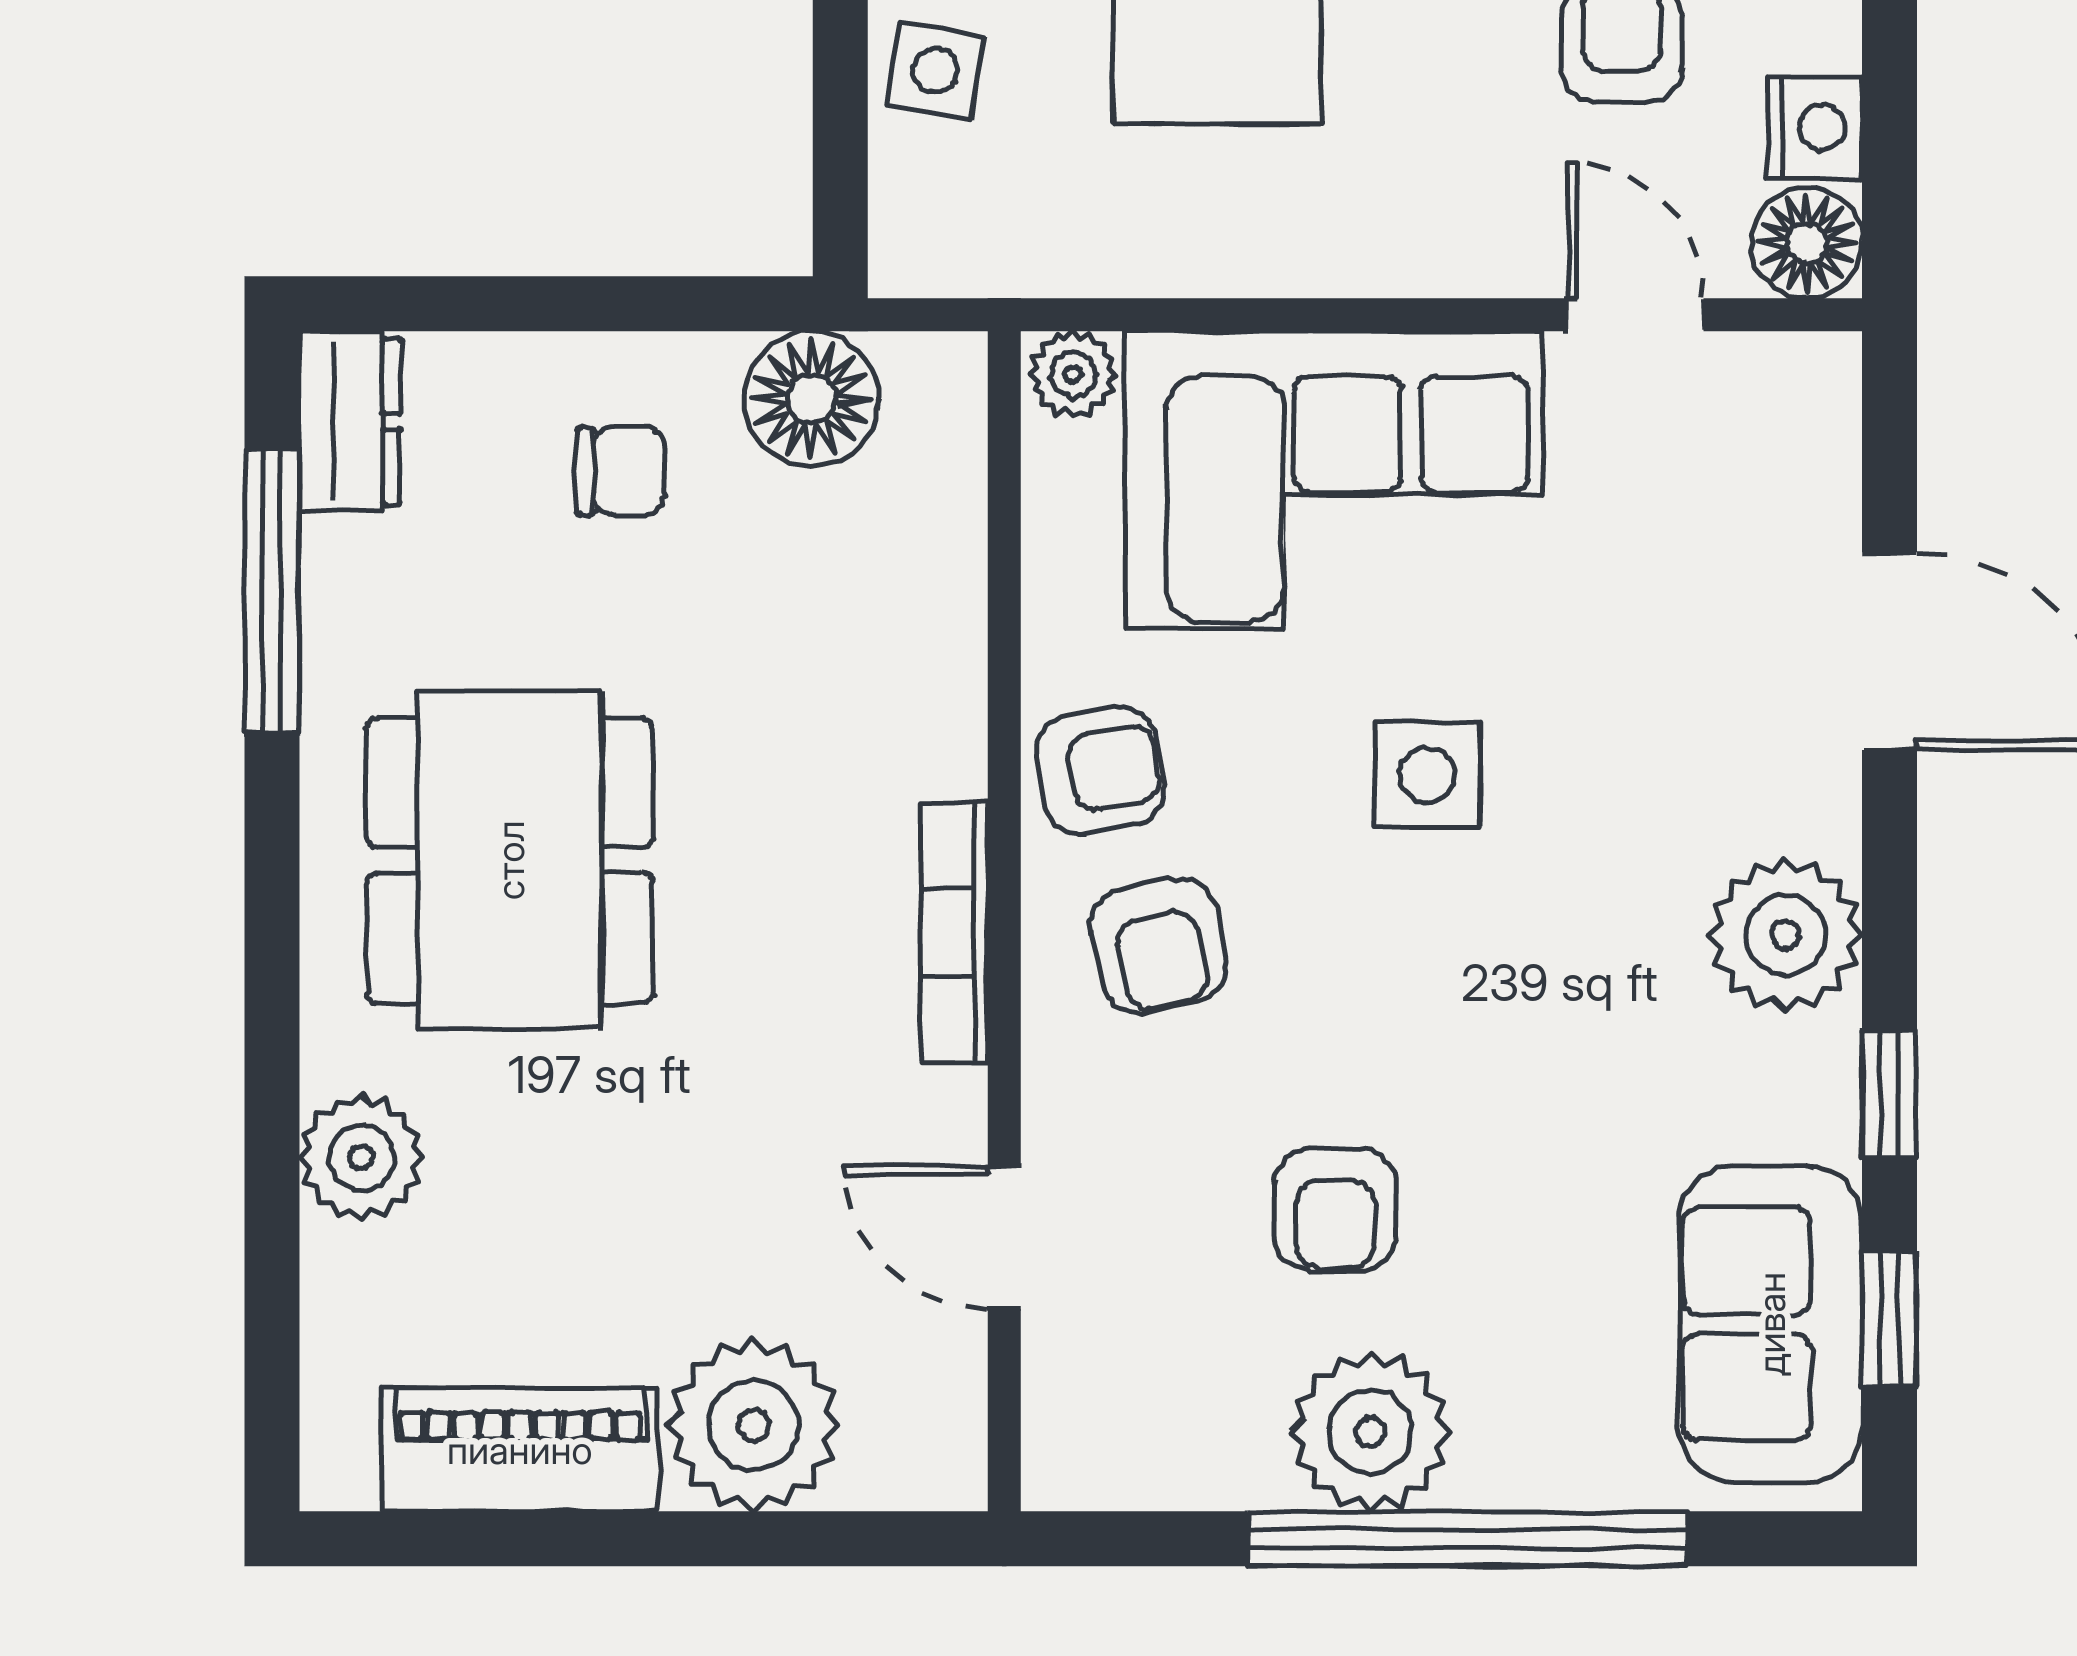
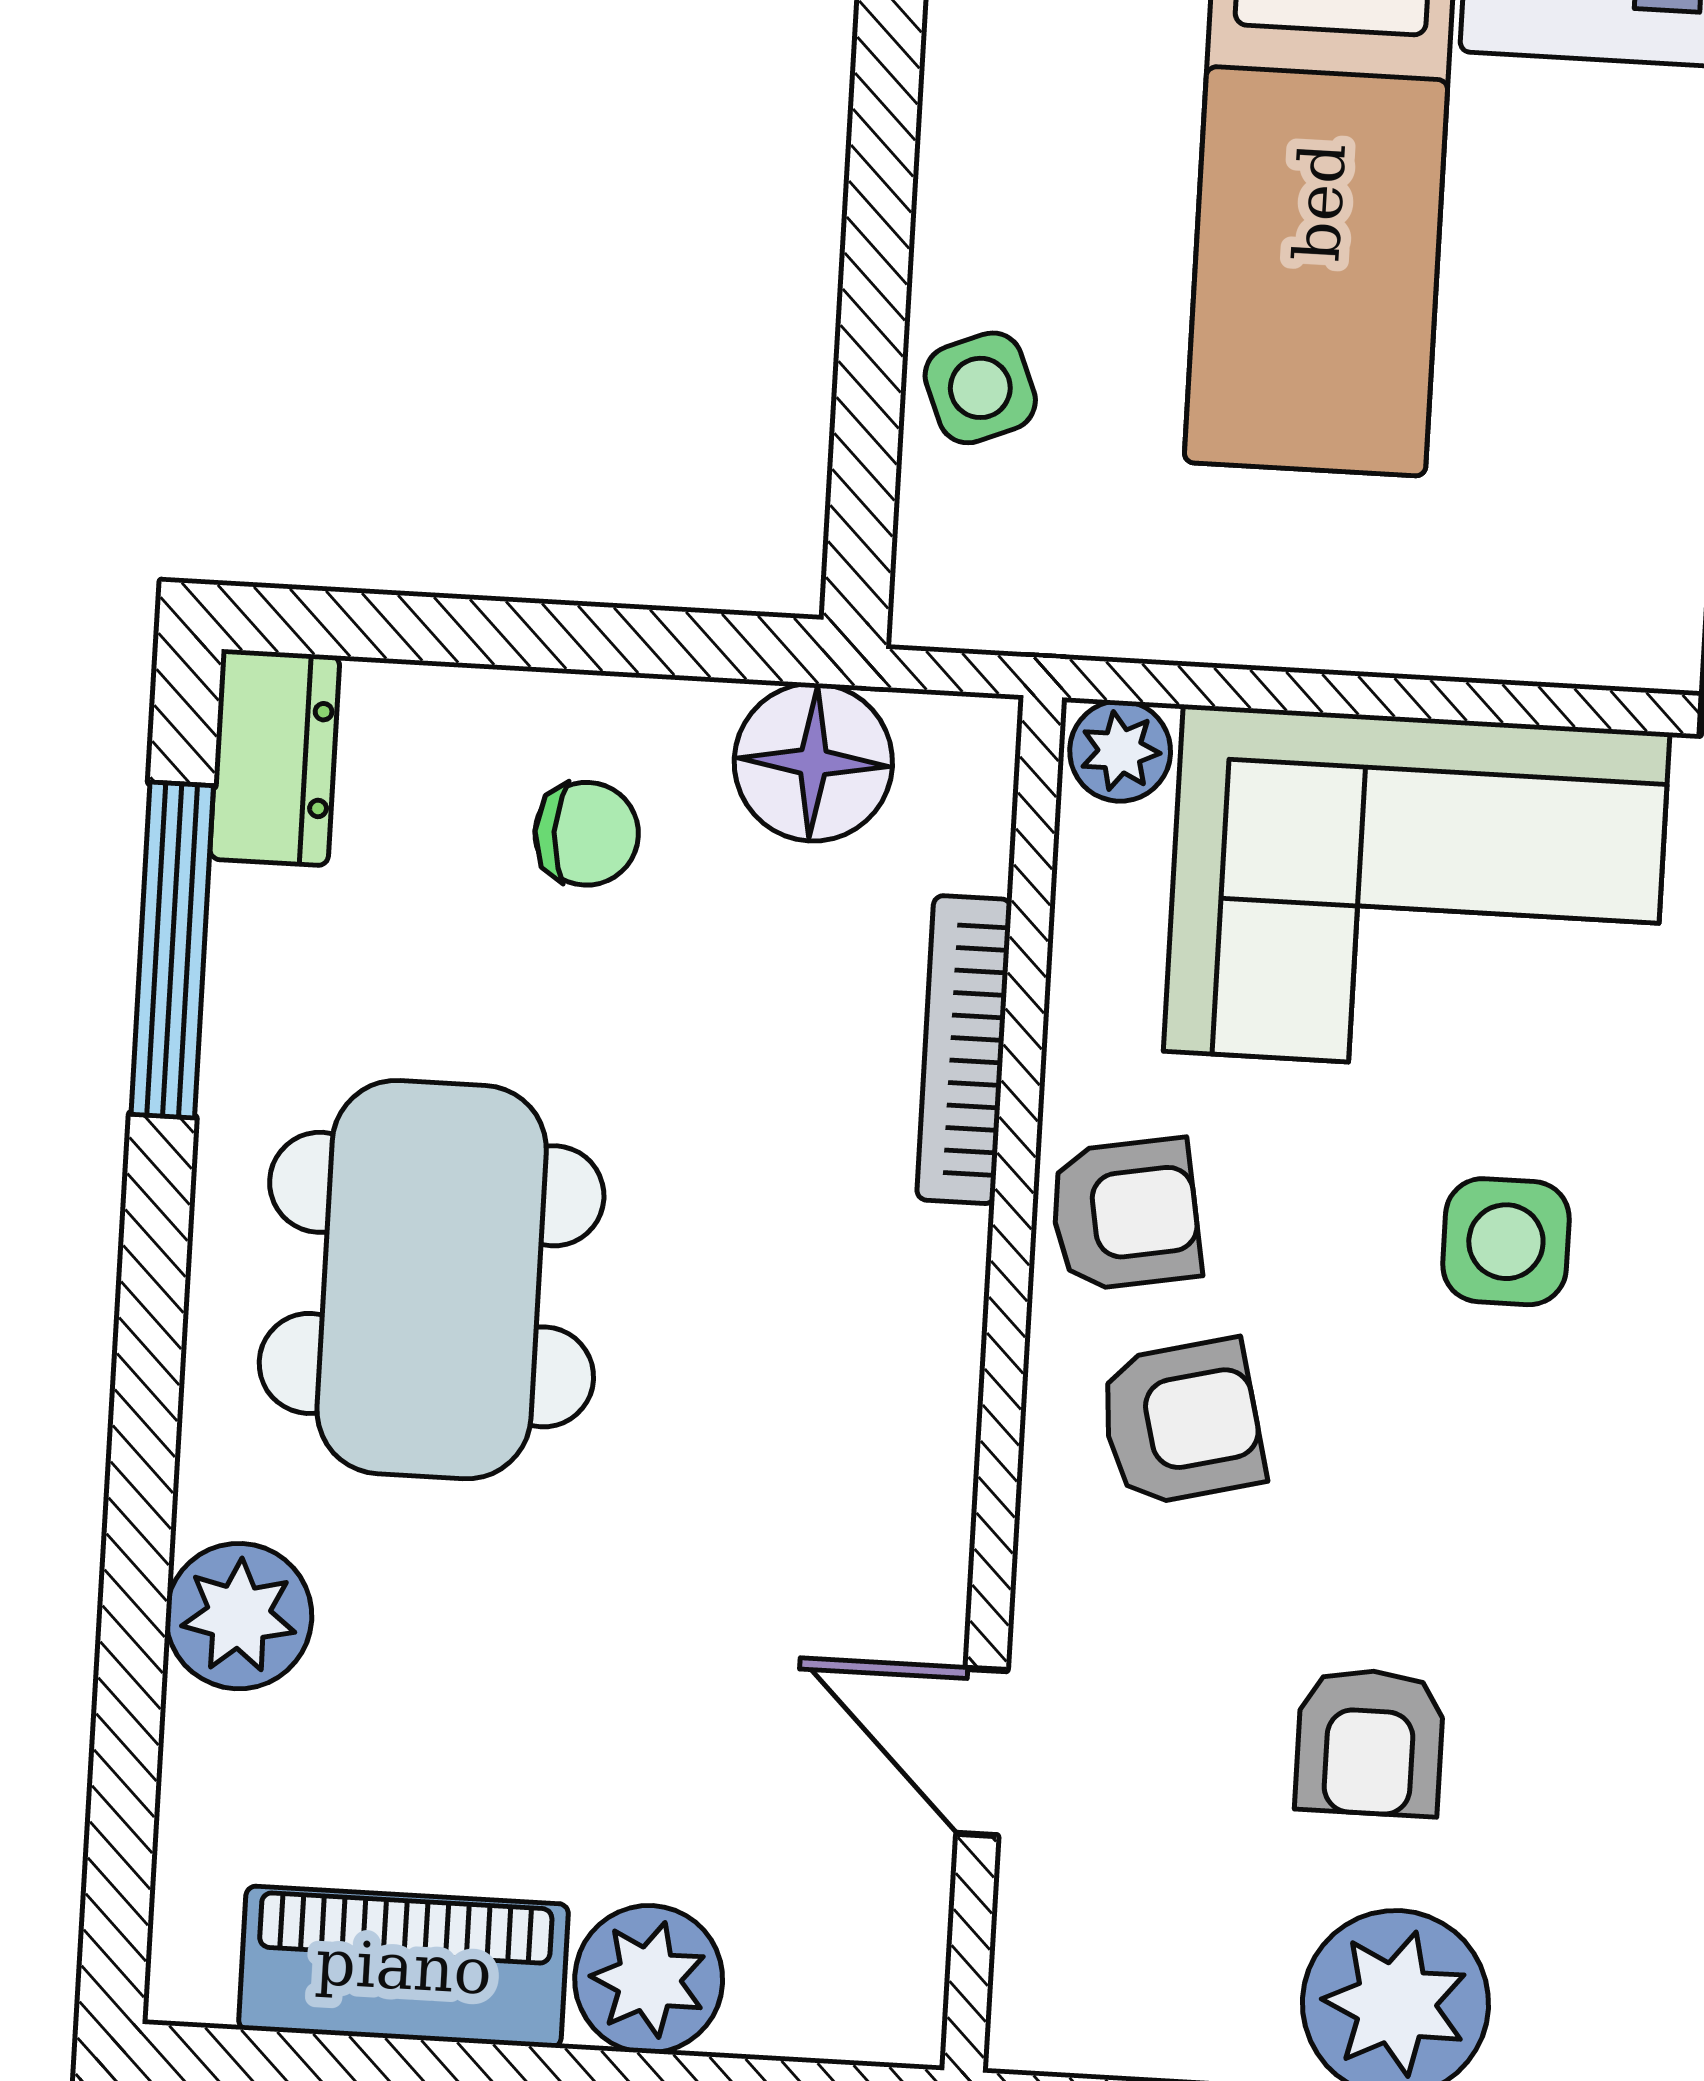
side table: (935, 70) -> (980, 388), turned -31
bookcase: (954, 933) -> (964, 1050), moved
armchair: (1159, 945) -> (1181, 1422), turned -91
plant: (753, 1425) -> (649, 1979), width x0.73, depth x0.73

